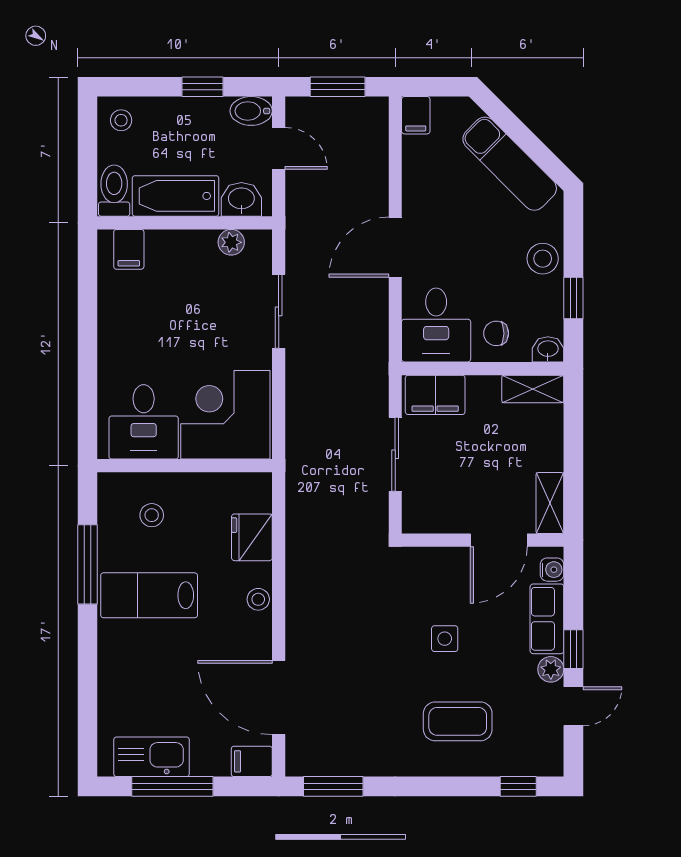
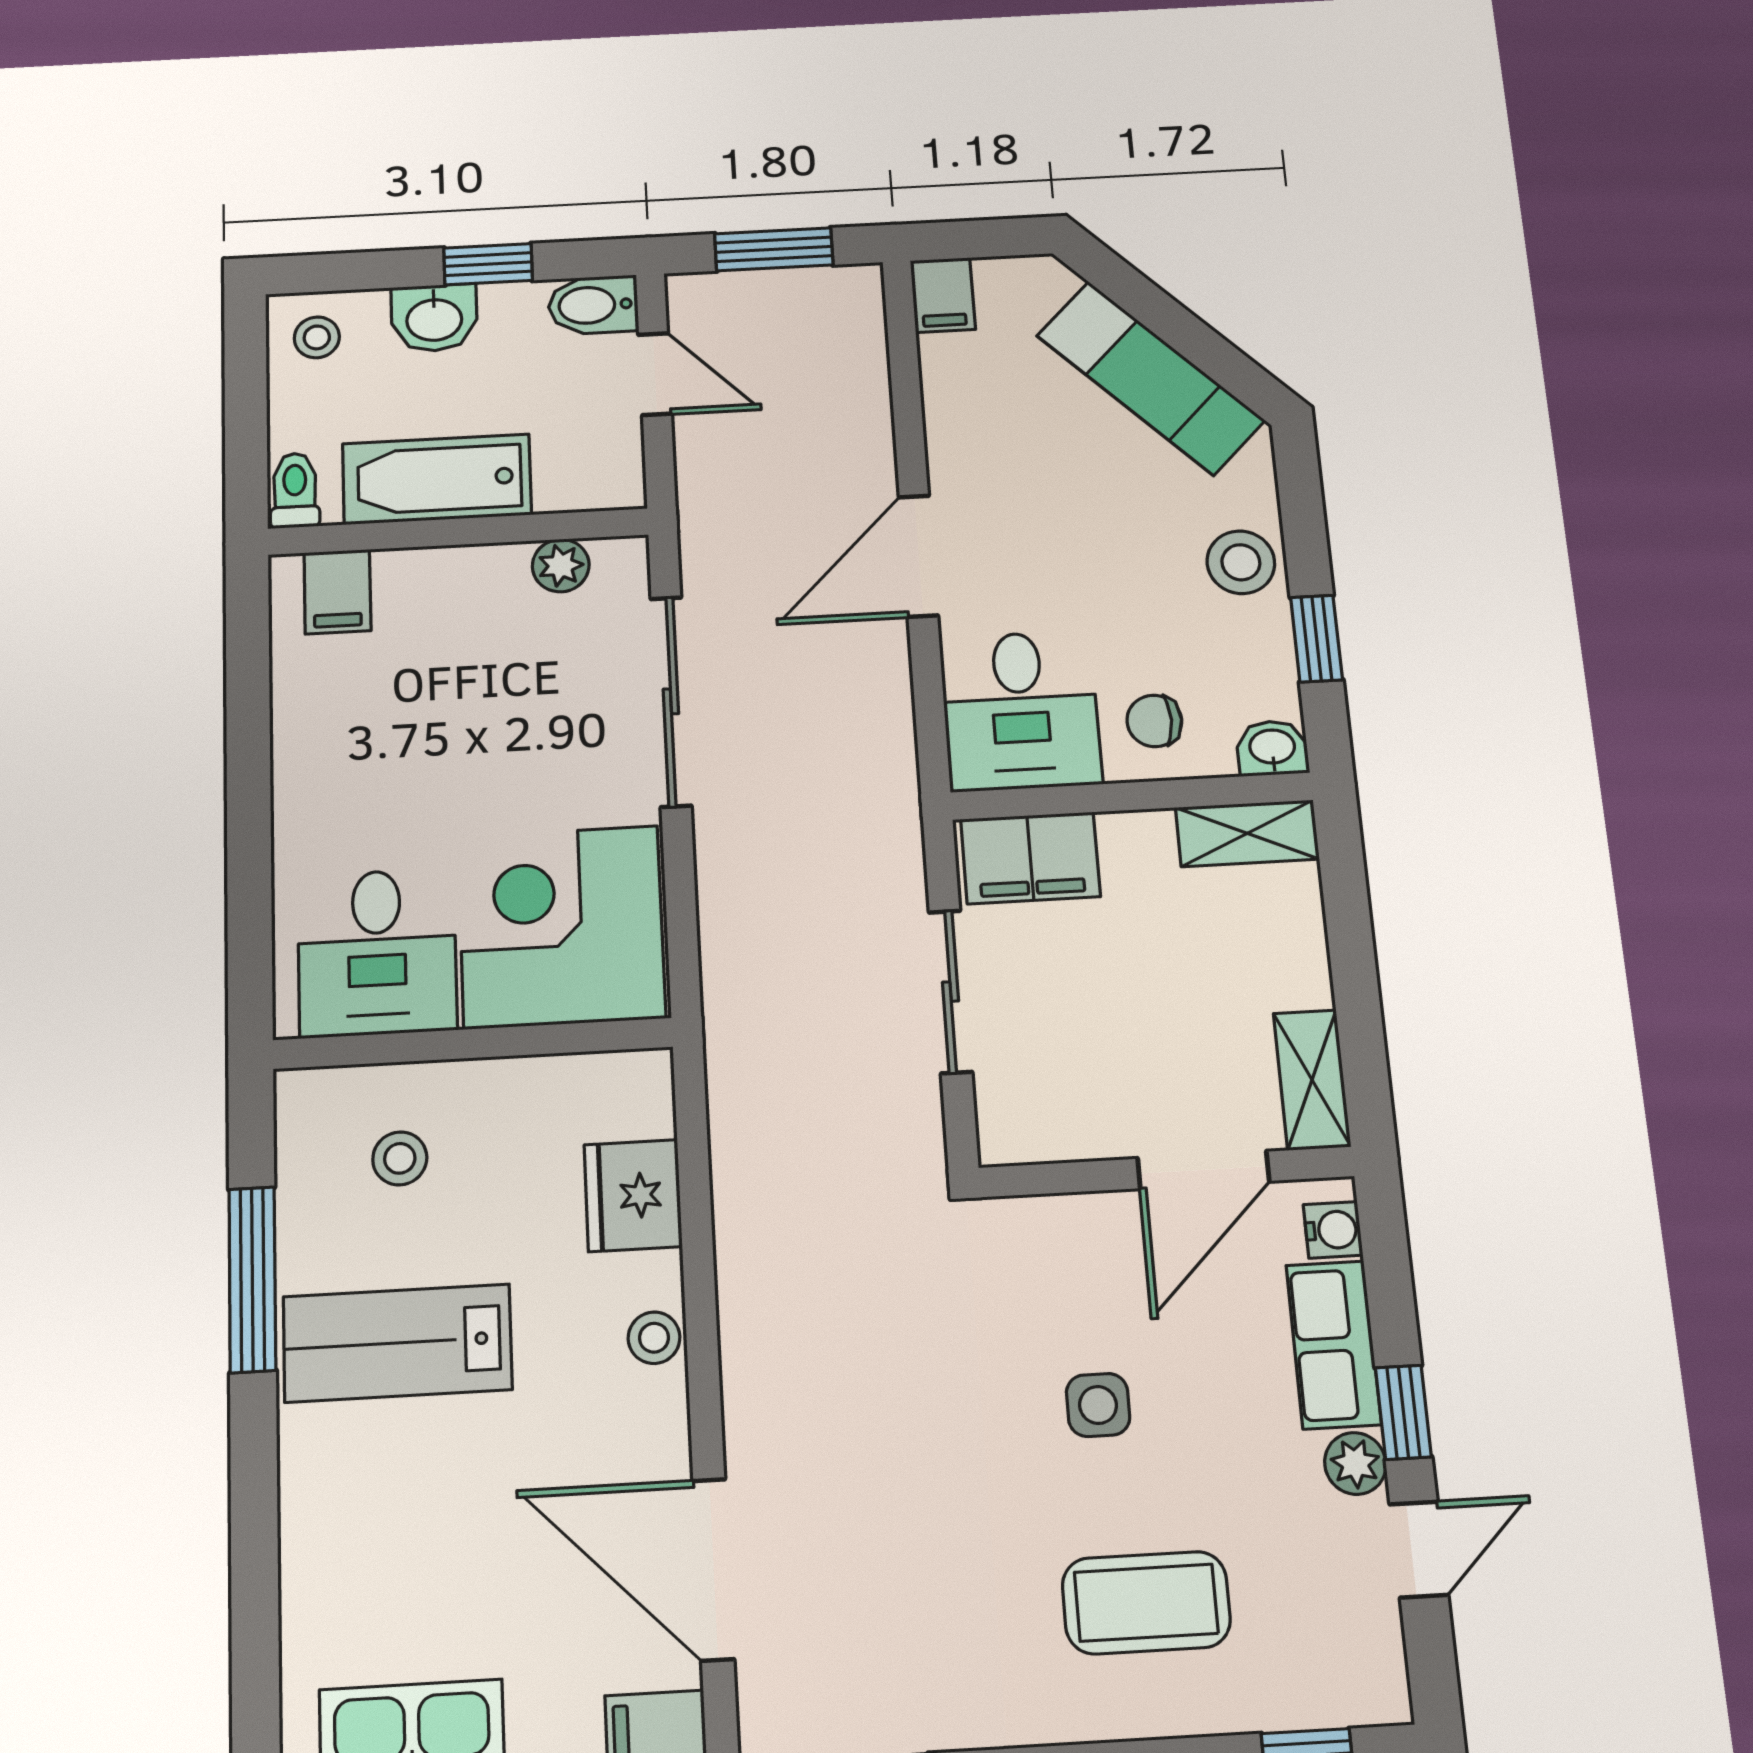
toilet: (114, 191) -> (295, 490), width x0.73, depth x0.72
washbasin: (241, 199) -> (434, 318), moved, turned 180
sliding door: (279, 311) -> (671, 701), width x1.37

